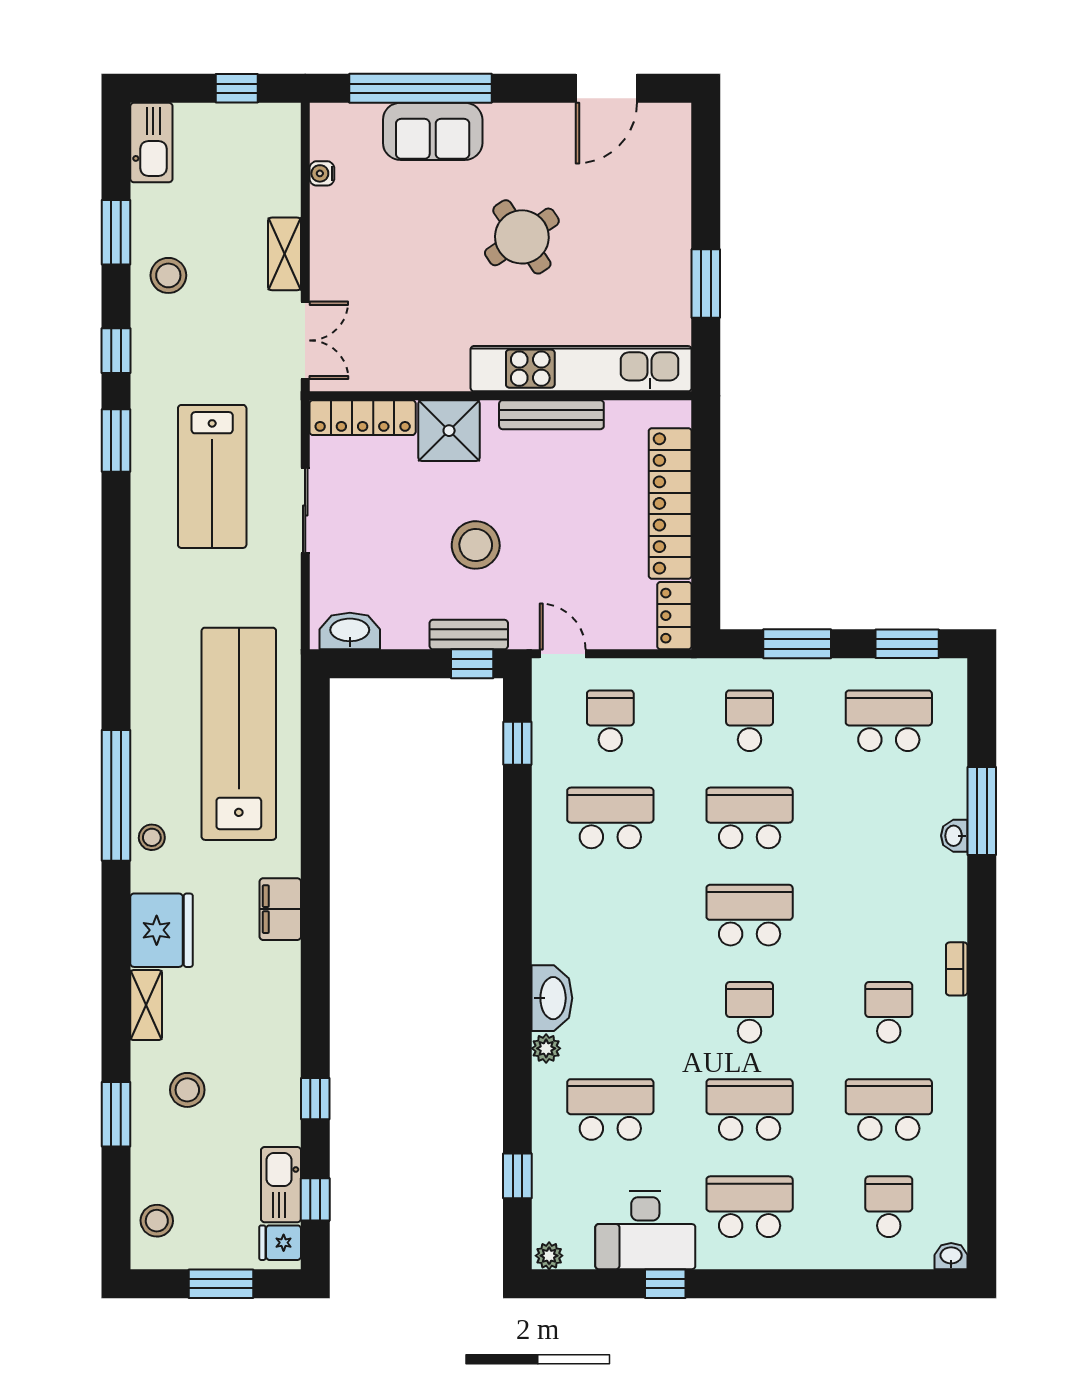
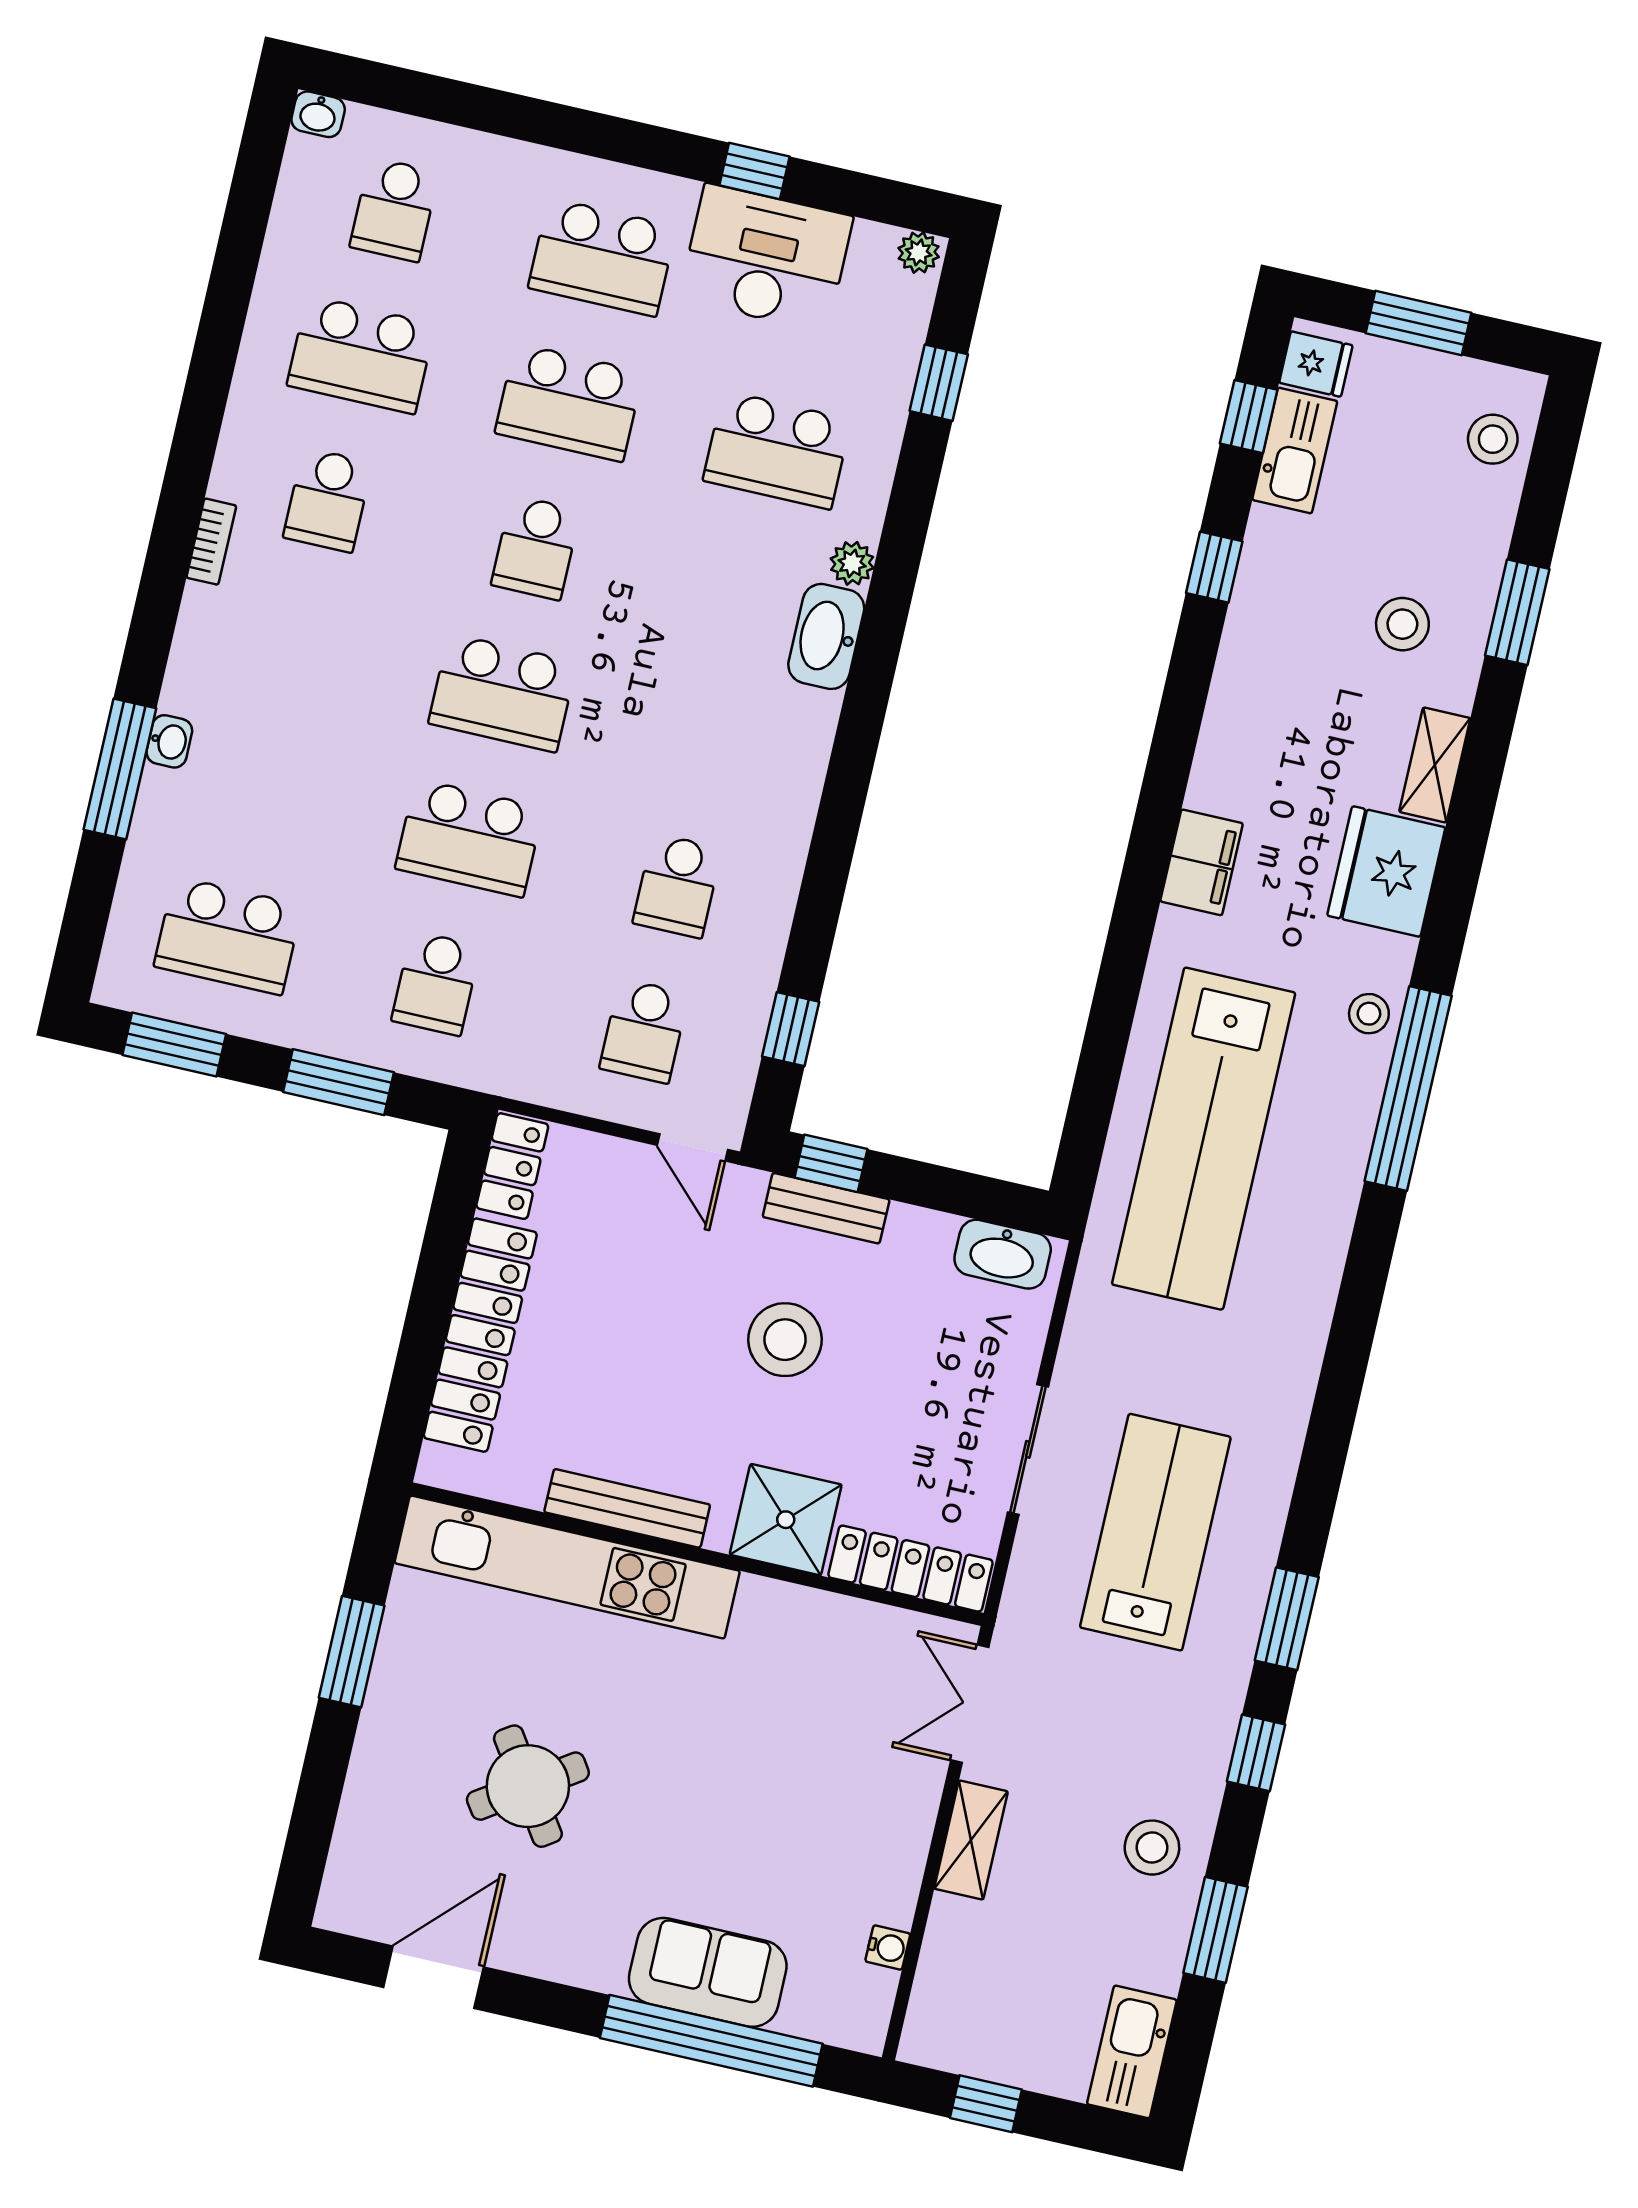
round table: (522, 237) -> (528, 1786), moved
school desk: (610, 818) -> (677, 886), width x0.54

